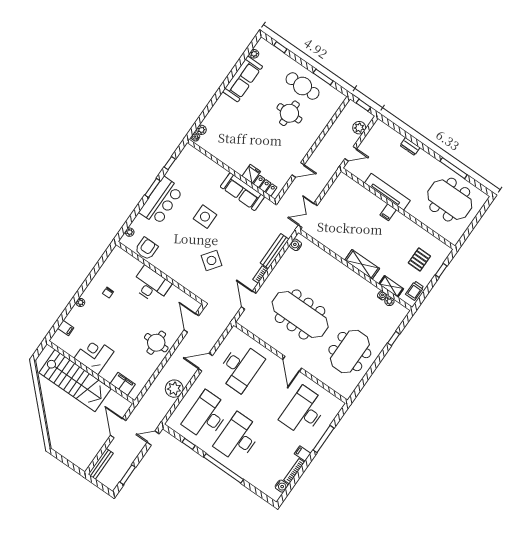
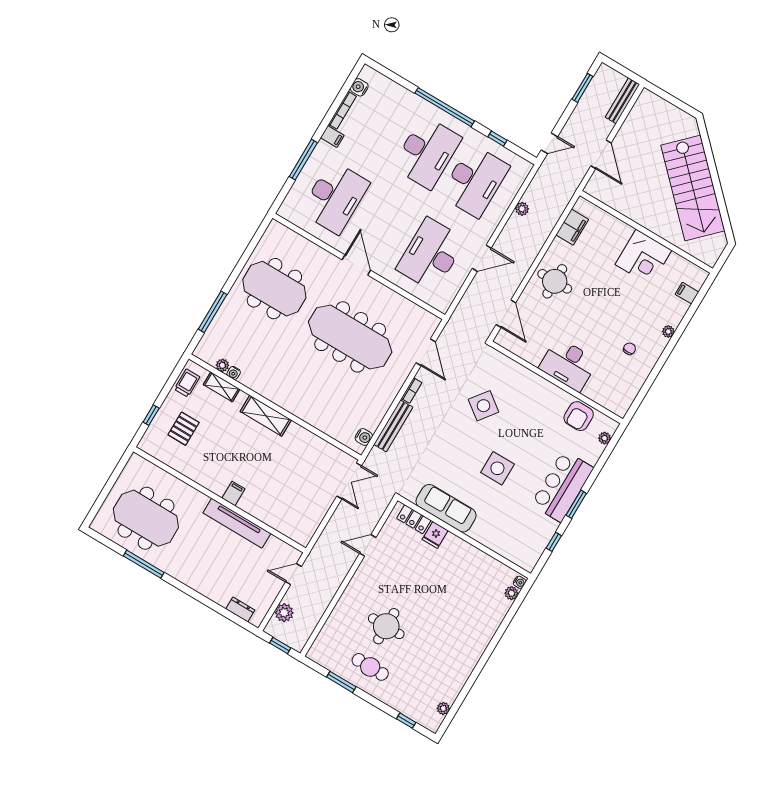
sofa: (243, 79) -> (457, 671), removed
cafe table: (303, 86) -> (370, 667), width x0.73, depth x0.74
dresser: (410, 146) -> (240, 610), moved
window: (394, 339) -> (213, 312), width x2.17
meeting table: (350, 352) -> (274, 289), turned 90
stairs: (75, 381) -> (693, 188), moved, turned -135
filing cabinet: (123, 384) -> (572, 227), moved, turned -90
plant: (174, 389) -> (522, 209), width x0.53, depth x0.53

